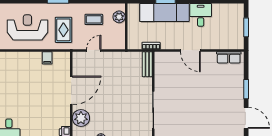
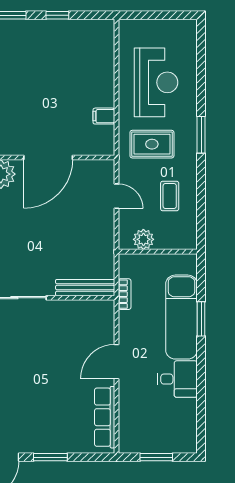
plant: (119, 17) -> (143, 239), moved
row of seats: (229, 57) -> (105, 417), width x1.48
bench: (147, 64) -> (85, 288), width x1.36
door: (71, 90) -> (48, 157), hinge flipped

